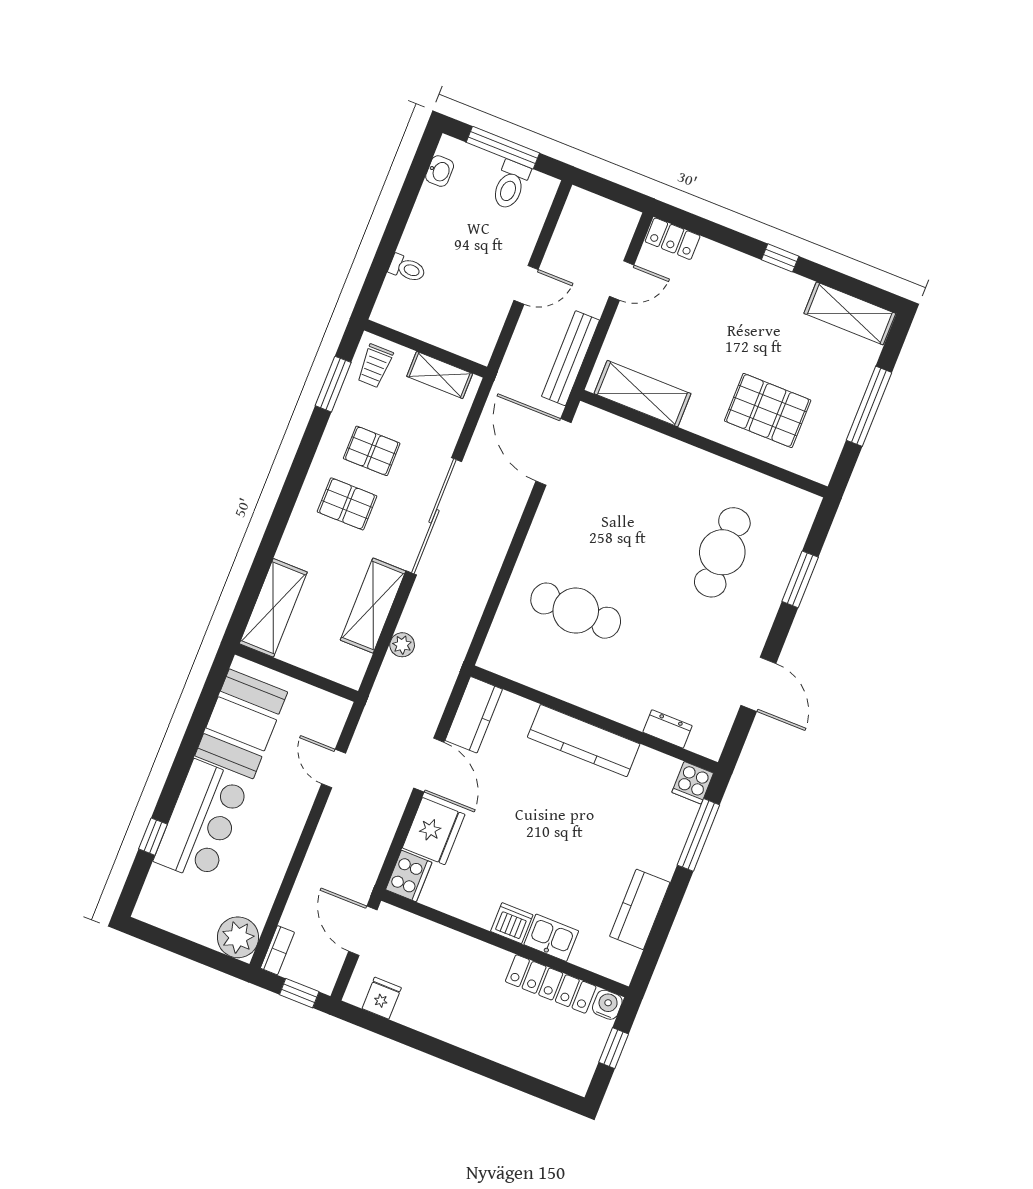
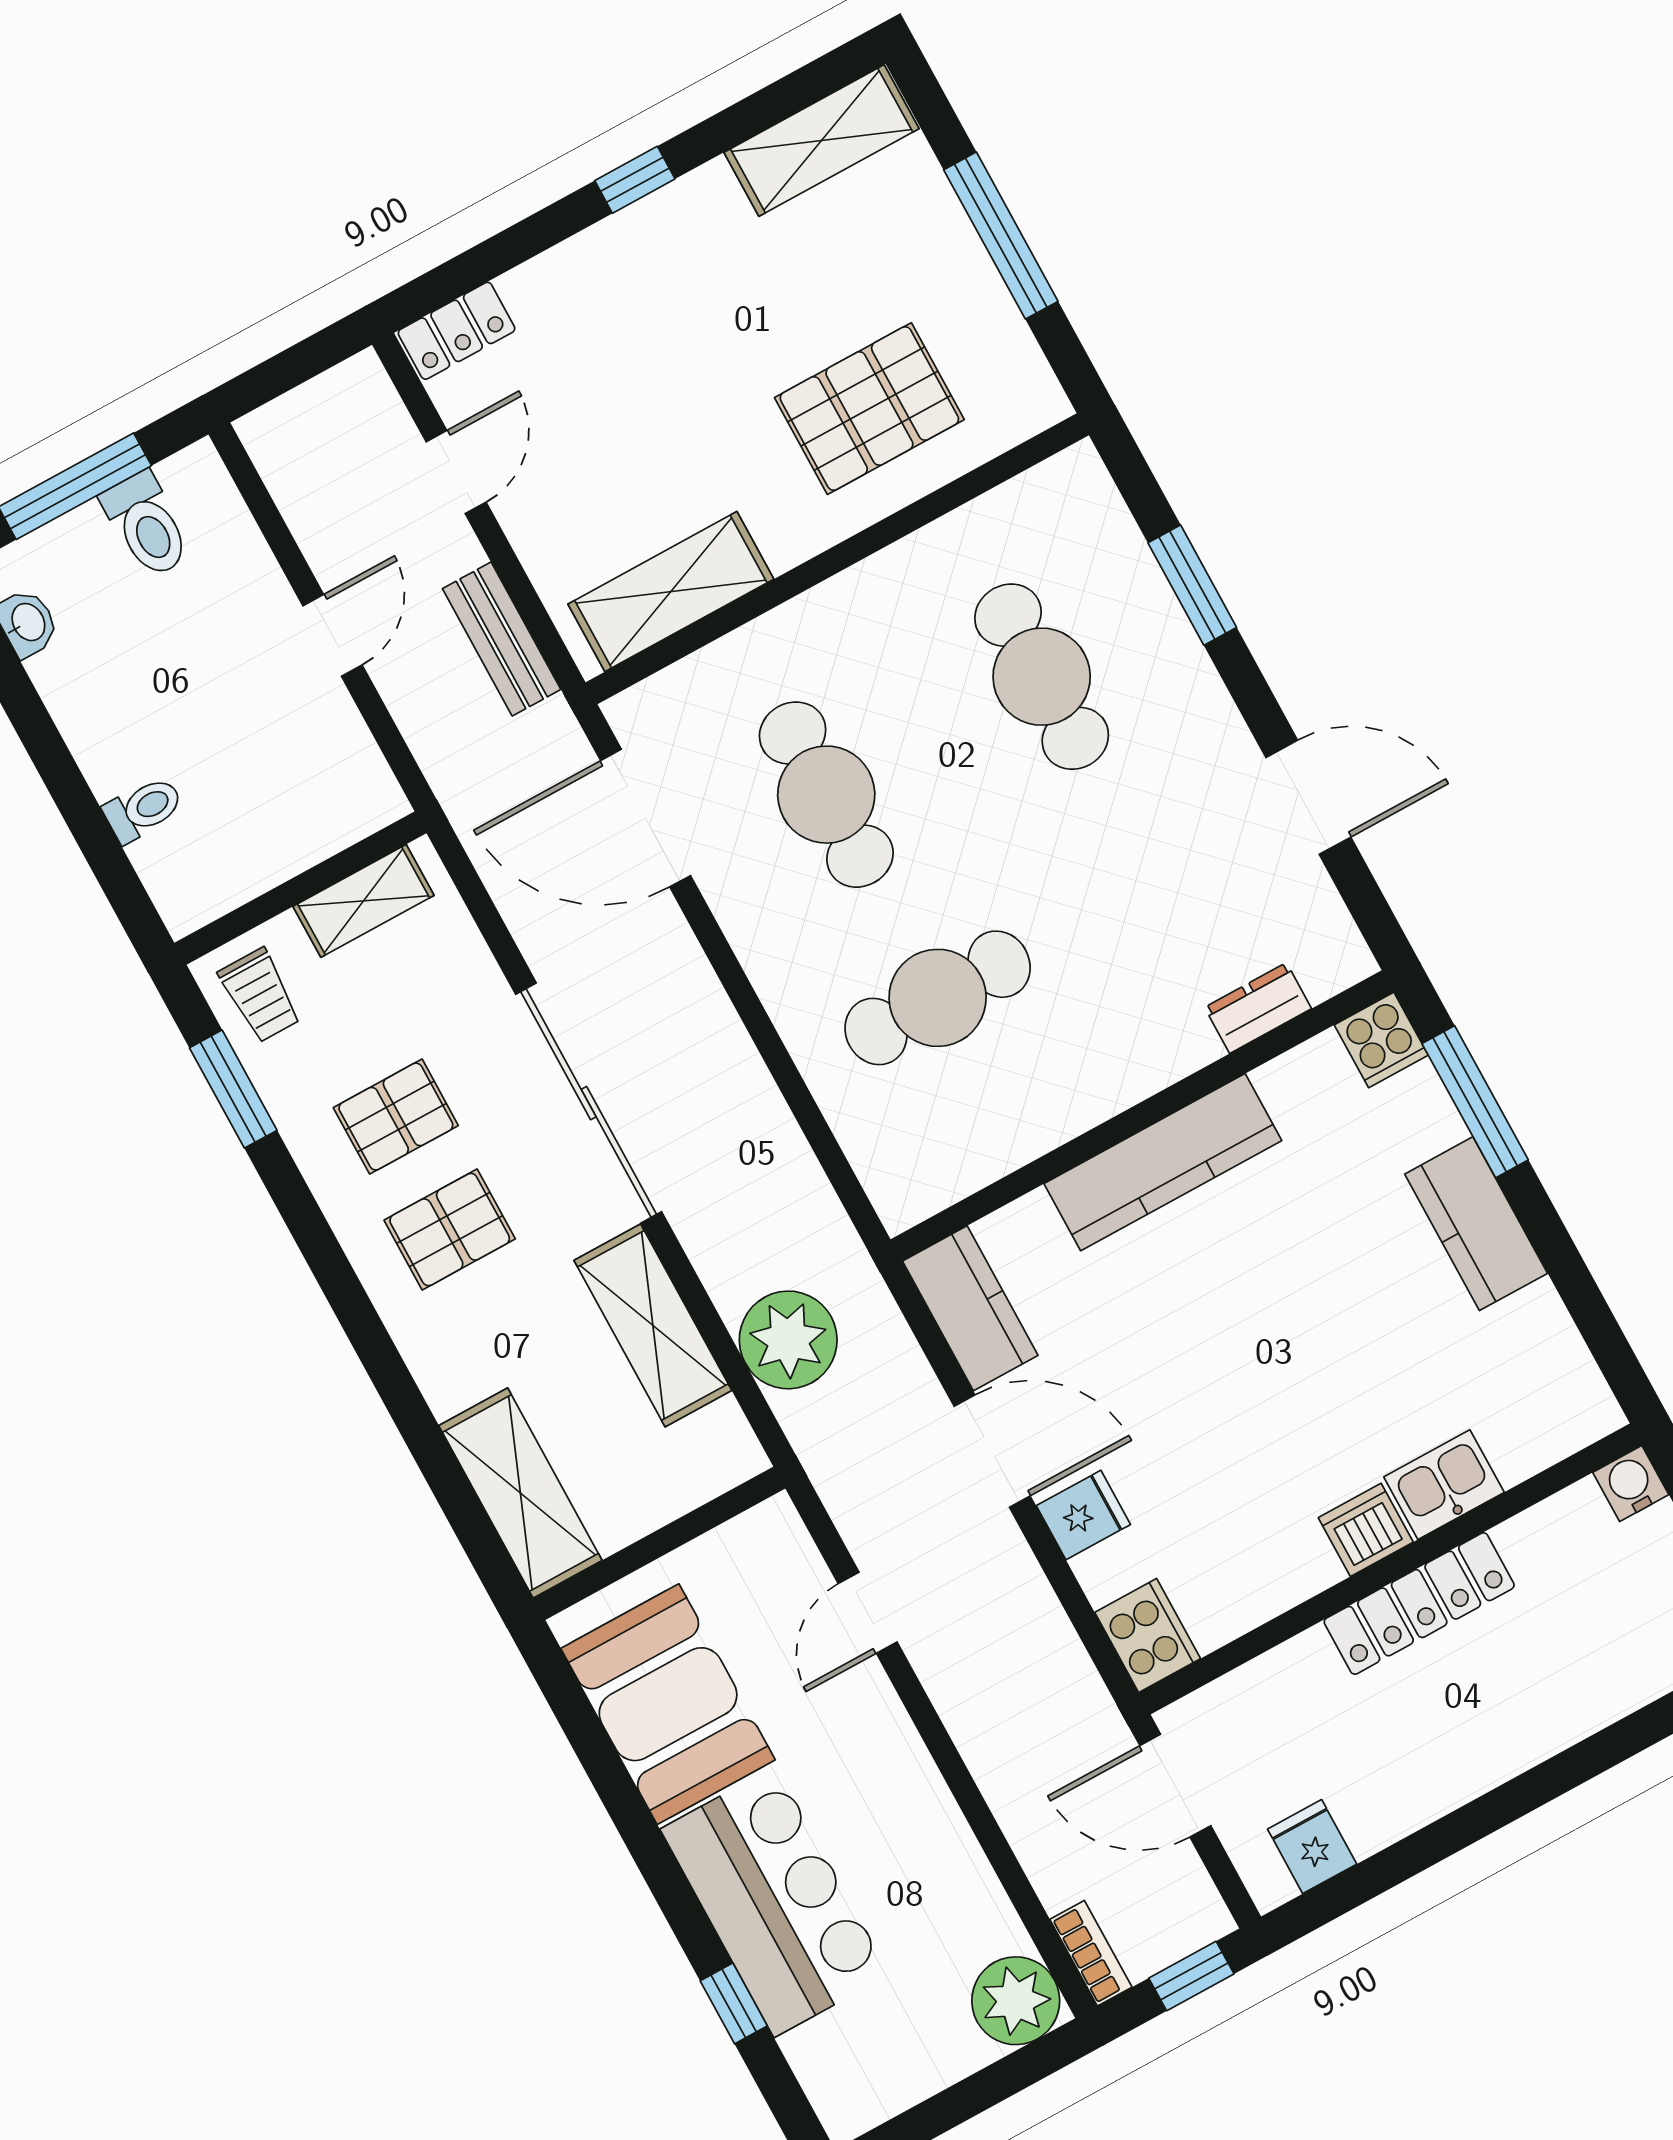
bench: (570, 358) -> (502, 639), width x0.73
cafe table: (616, 510) -> (826, 795), added
plant: (402, 645) -> (788, 1340), width x1.88, depth x1.88
door: (334, 769) -> (868, 1613), hinge flipped
fridge: (434, 831) -> (1083, 1515), width x0.53, depth x0.75
kitchen counter: (640, 909) -> (1476, 1224), moved
locker: (551, 984) -> (1419, 1604), moved

